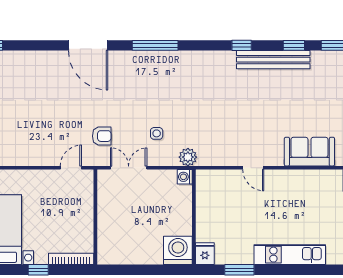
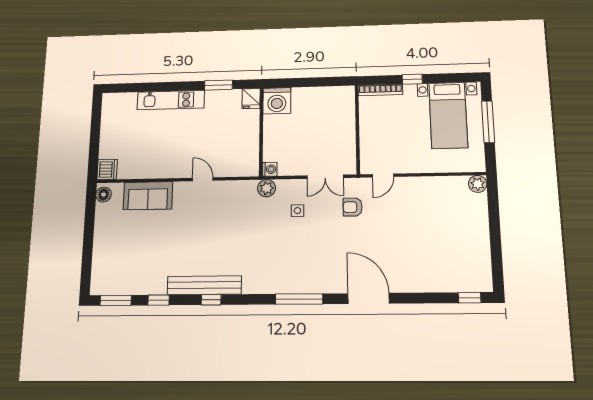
bench: (273, 60) -> (204, 285), moved

